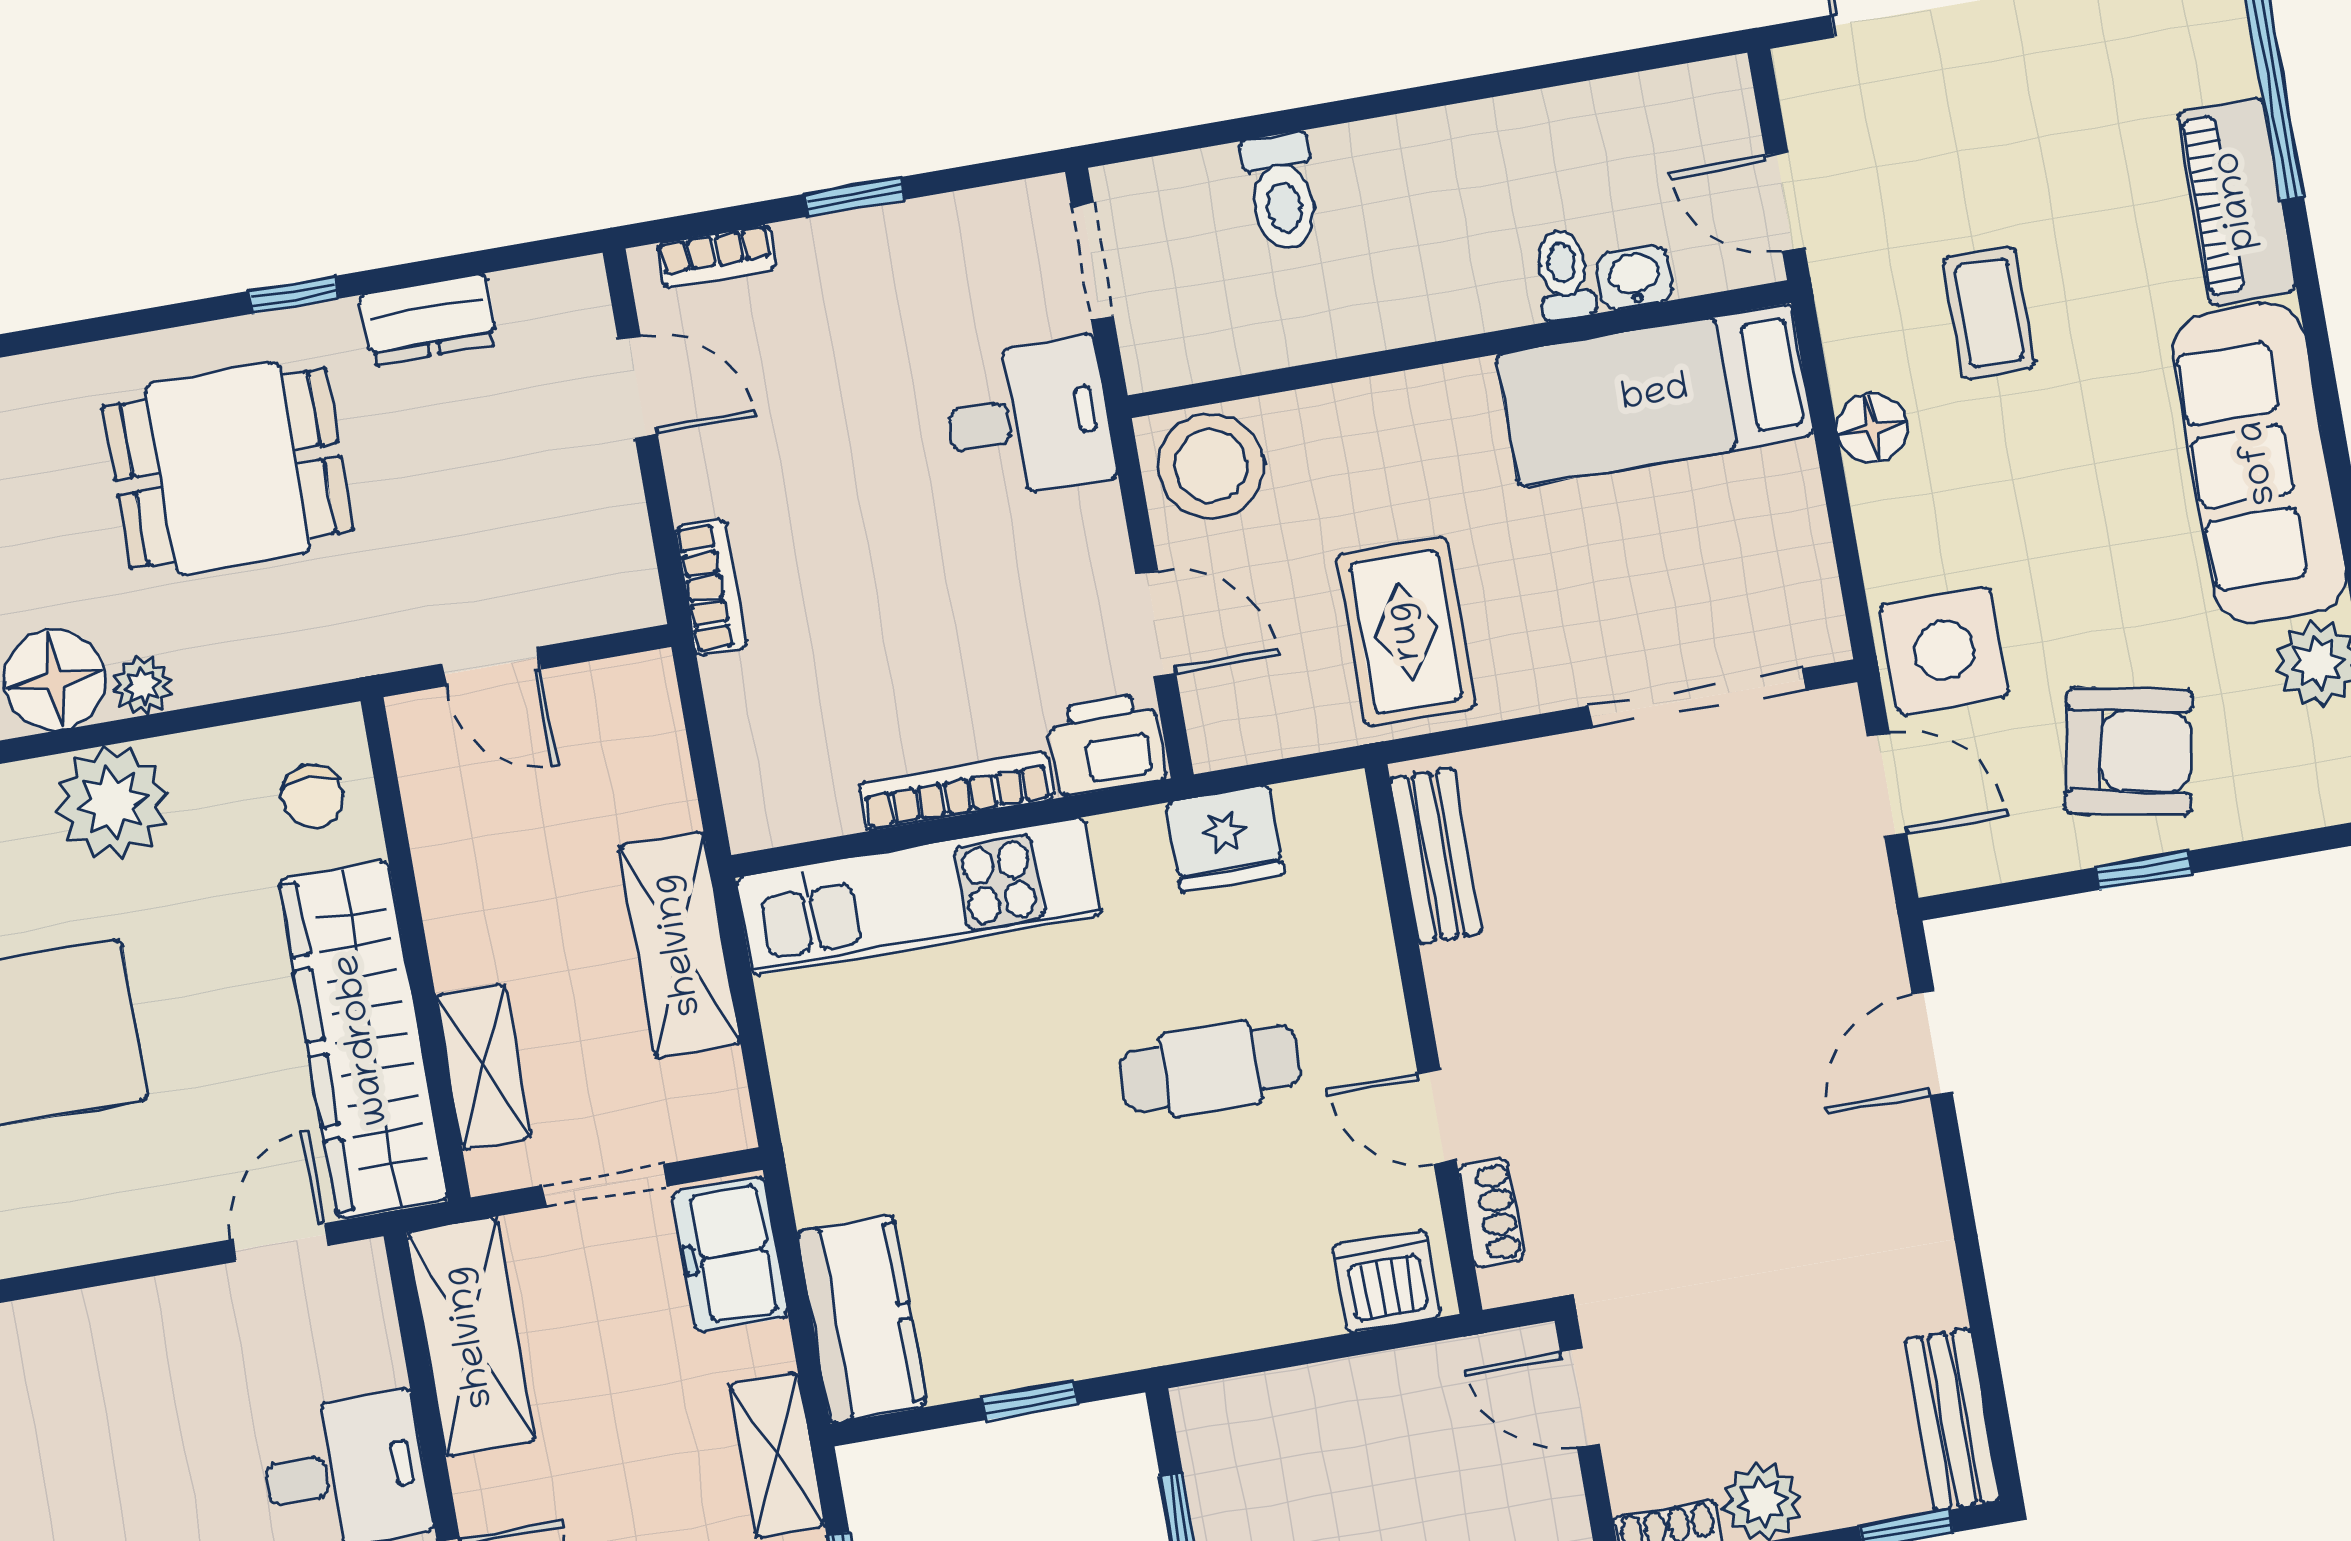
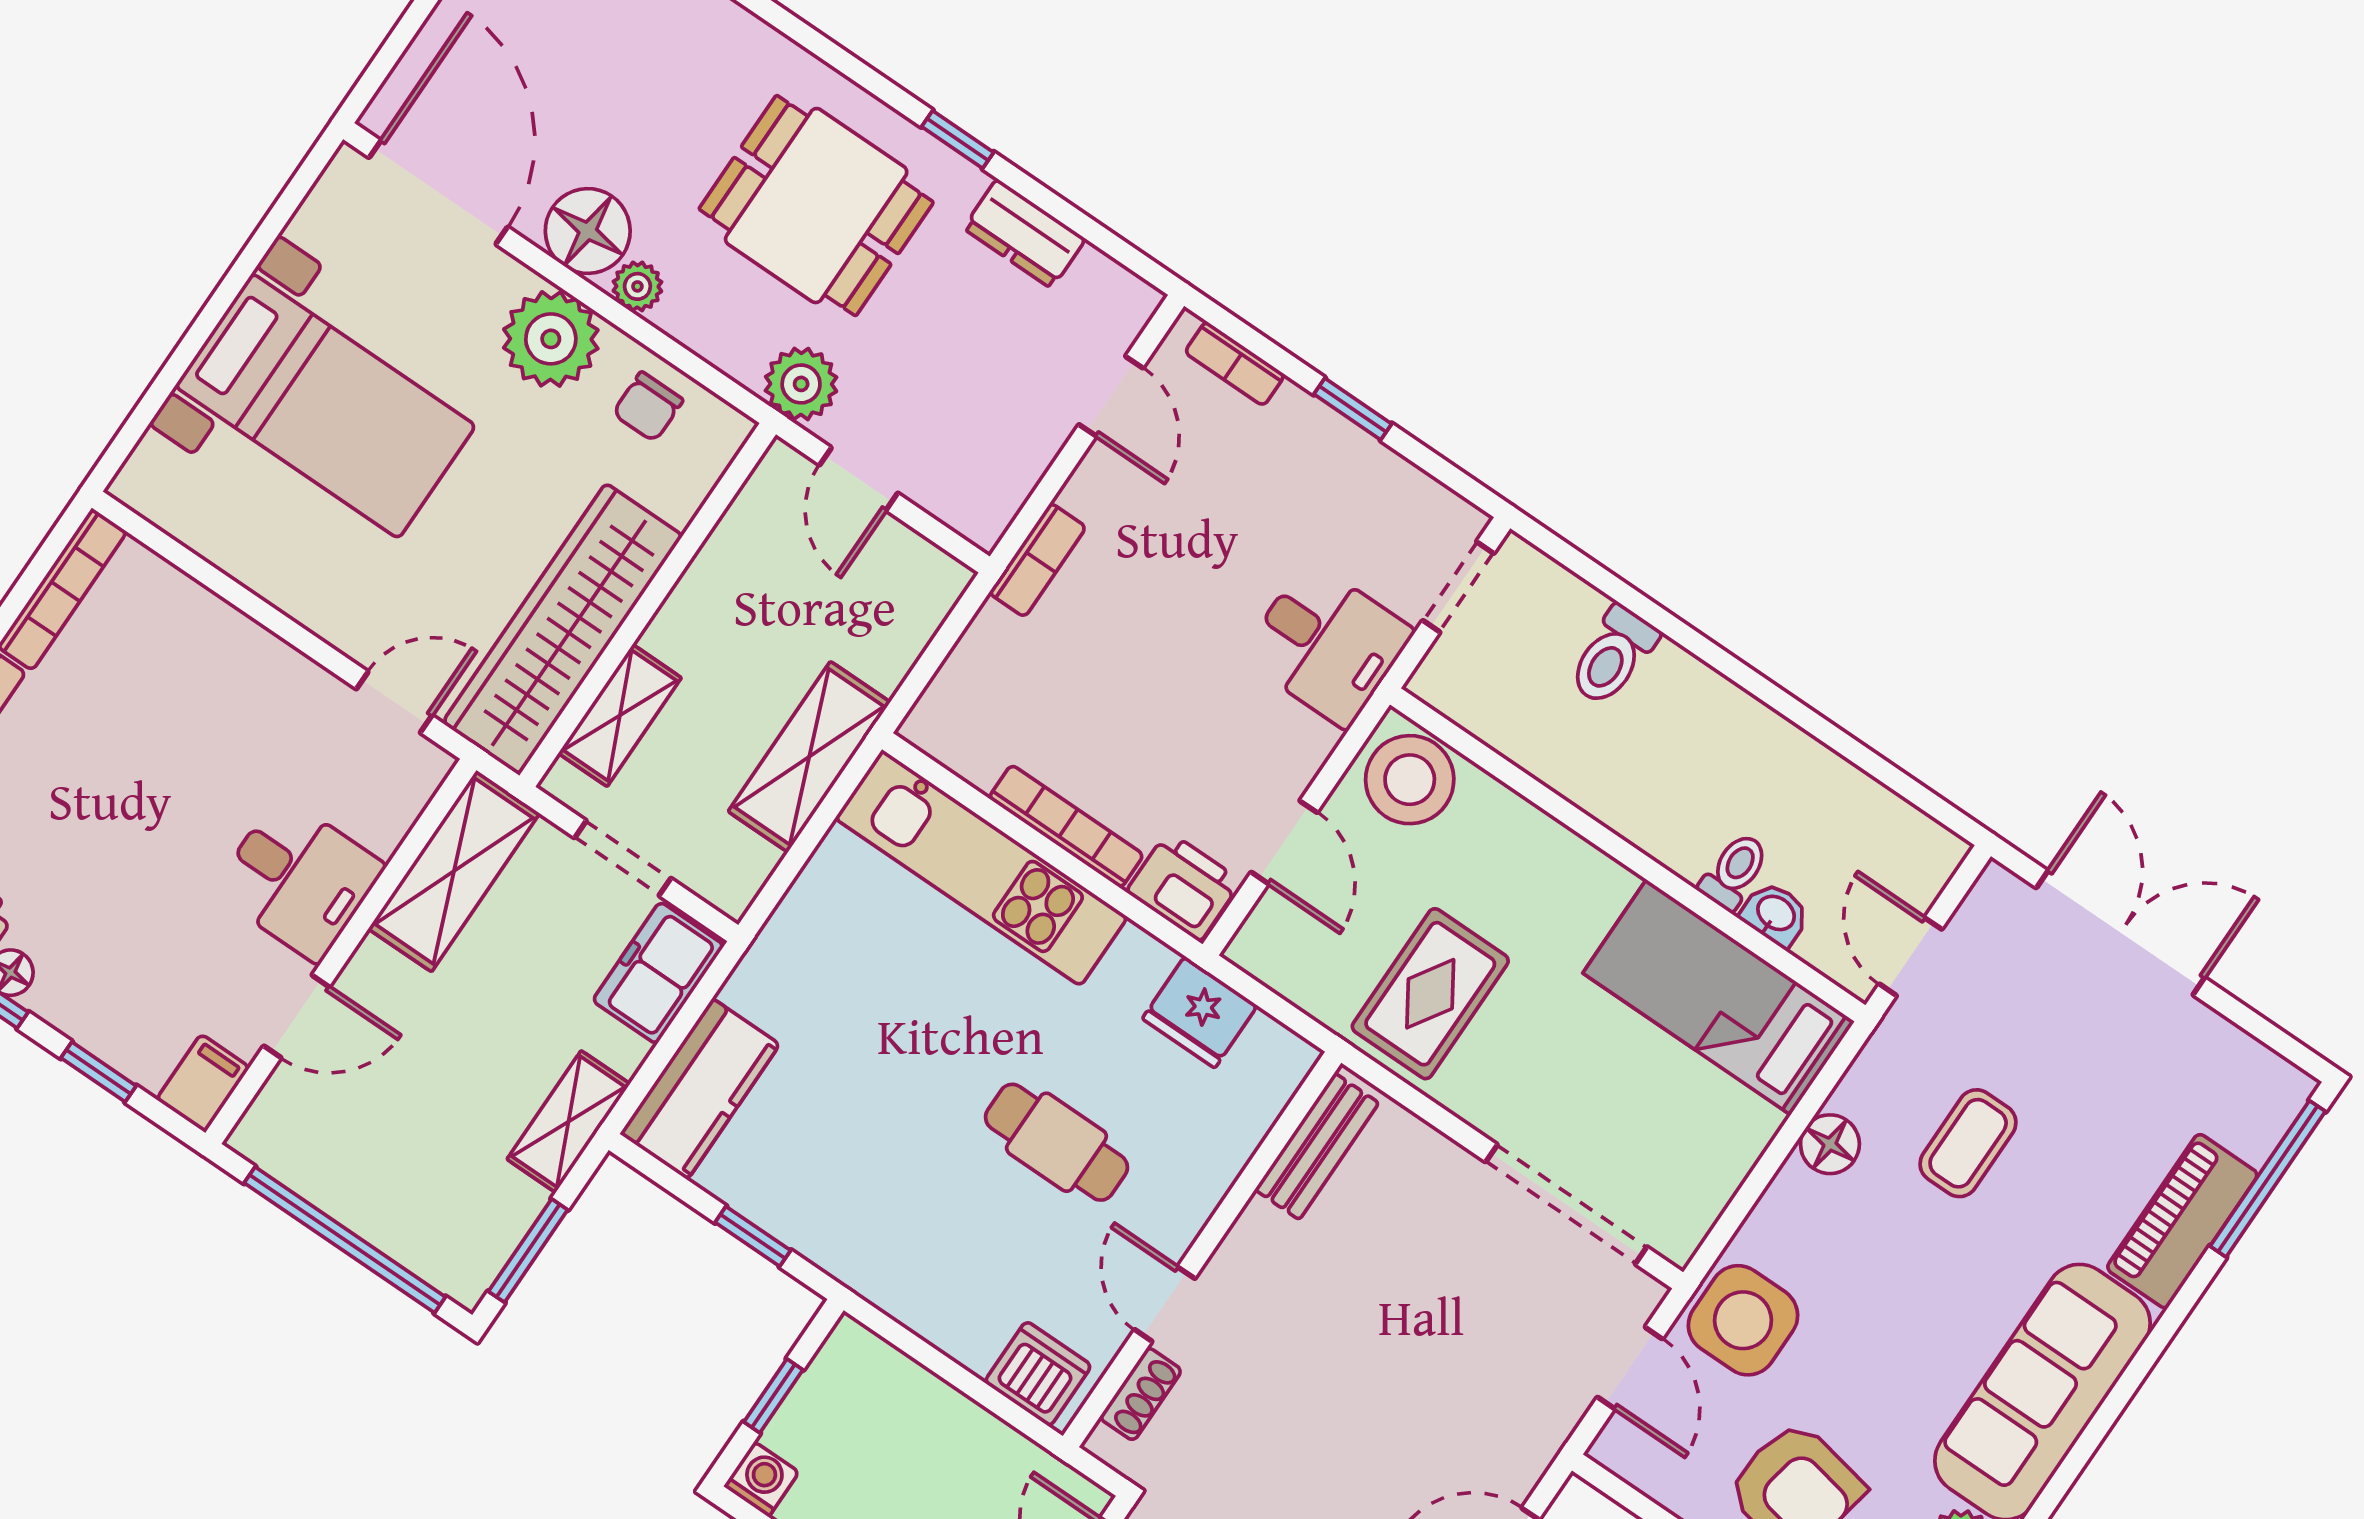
plant: (363, 633) -> (801, 384), added
chair: (312, 797) -> (648, 407), moved

